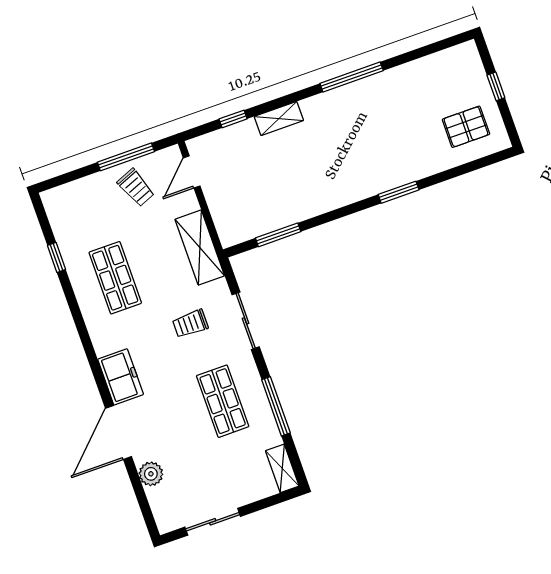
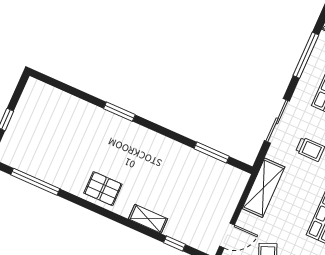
window: (352, 77) -> (35, 182), moved
pallet: (466, 127) -> (103, 189), moved

